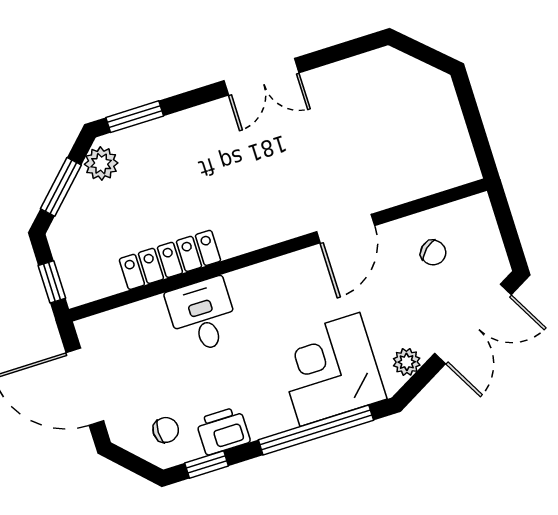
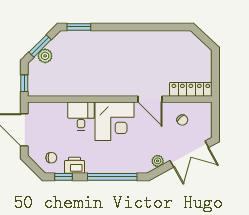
double door: (261, 77) -> (135, 27), removed
plant: (101, 164) -> (45, 56), moved
door: (346, 229) -> (150, 99), hinge flipped
locker: (170, 260) -> (191, 89), moved
corner desk: (330, 369) -> (114, 121), moved, turned 180

